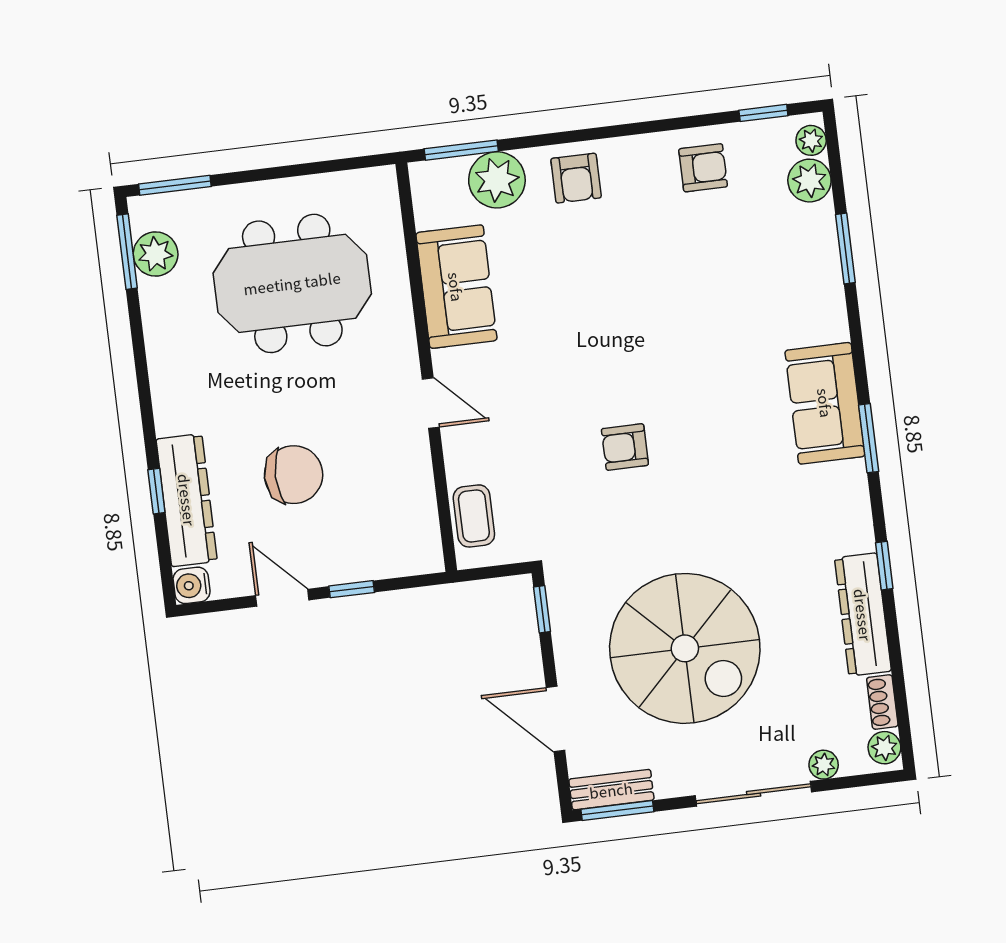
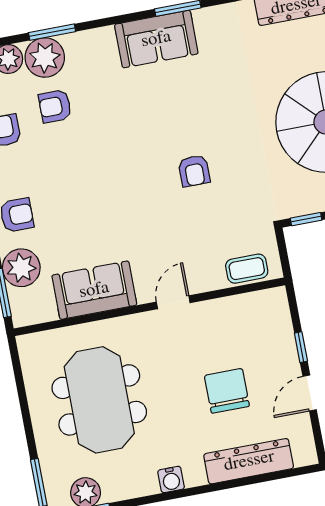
plant: (808, 235) -> (45, 58), added
armchair: (734, 246) -> (55, 106), added
window: (156, 491) -> (244, 482), removed
water cooler: (192, 585) -> (171, 480), moved

